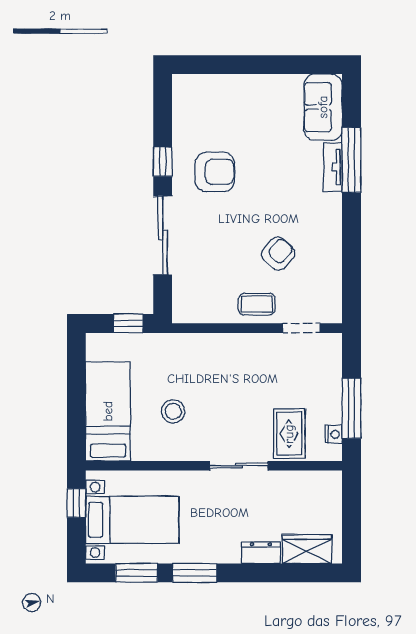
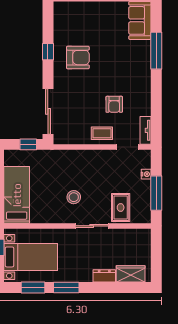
tv unit: (333, 167) -> (146, 130), moved
sliding door: (163, 235) -> (48, 111), moved
armchair: (278, 254) -> (114, 104), turned 137
stool: (173, 411) -> (74, 197), moved
nightstand: (334, 434) -> (146, 174), moved

